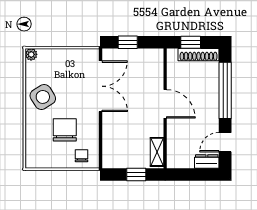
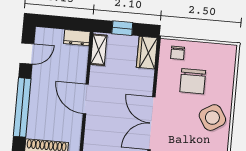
wardrobe: (111, 153) -> (147, 53), added
dresser: (207, 162) -> (77, 38), moved

